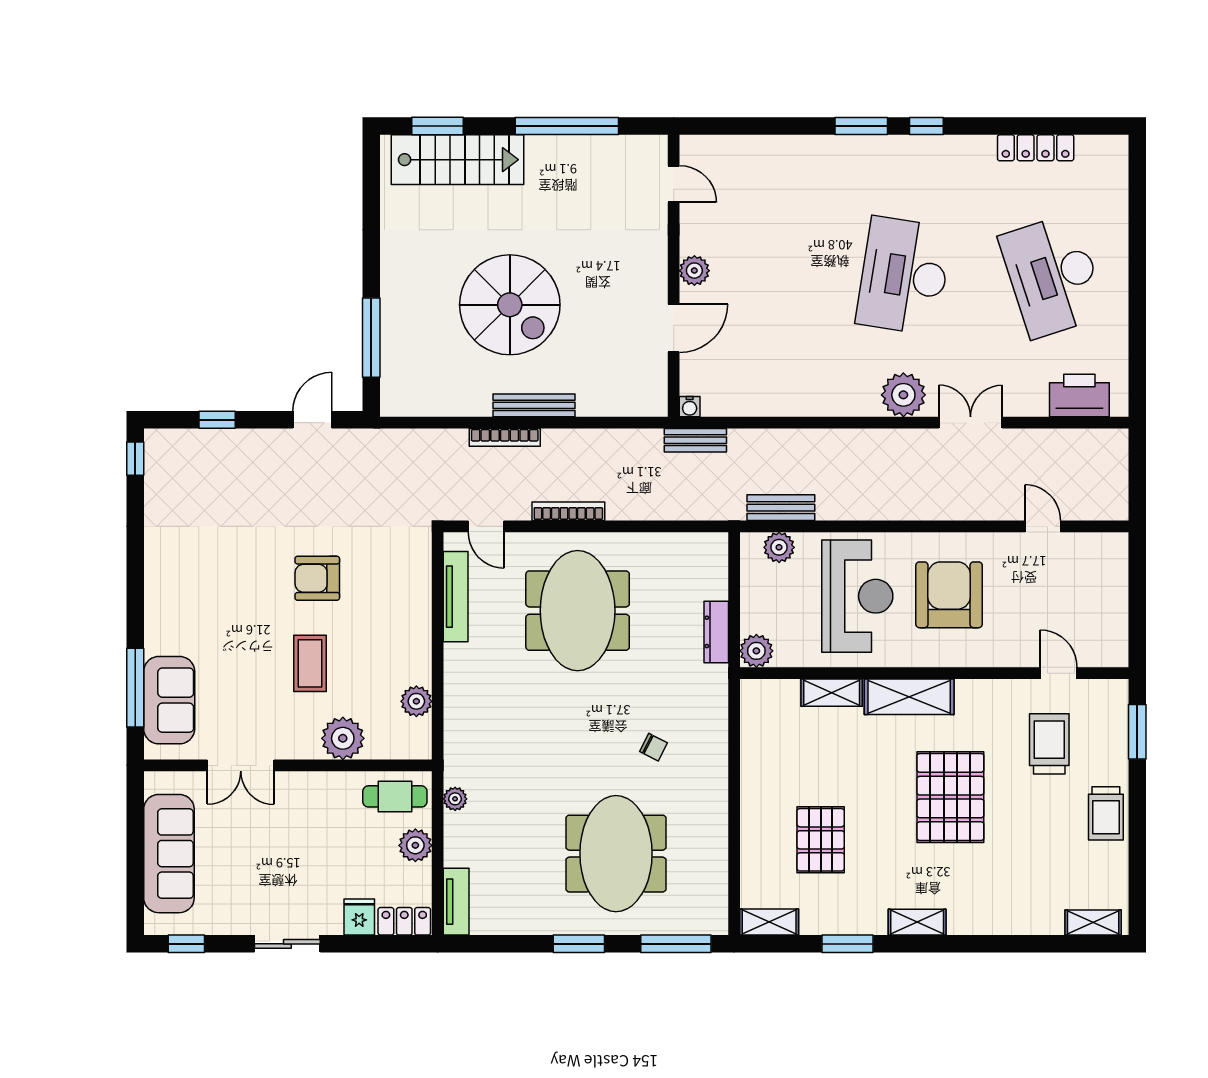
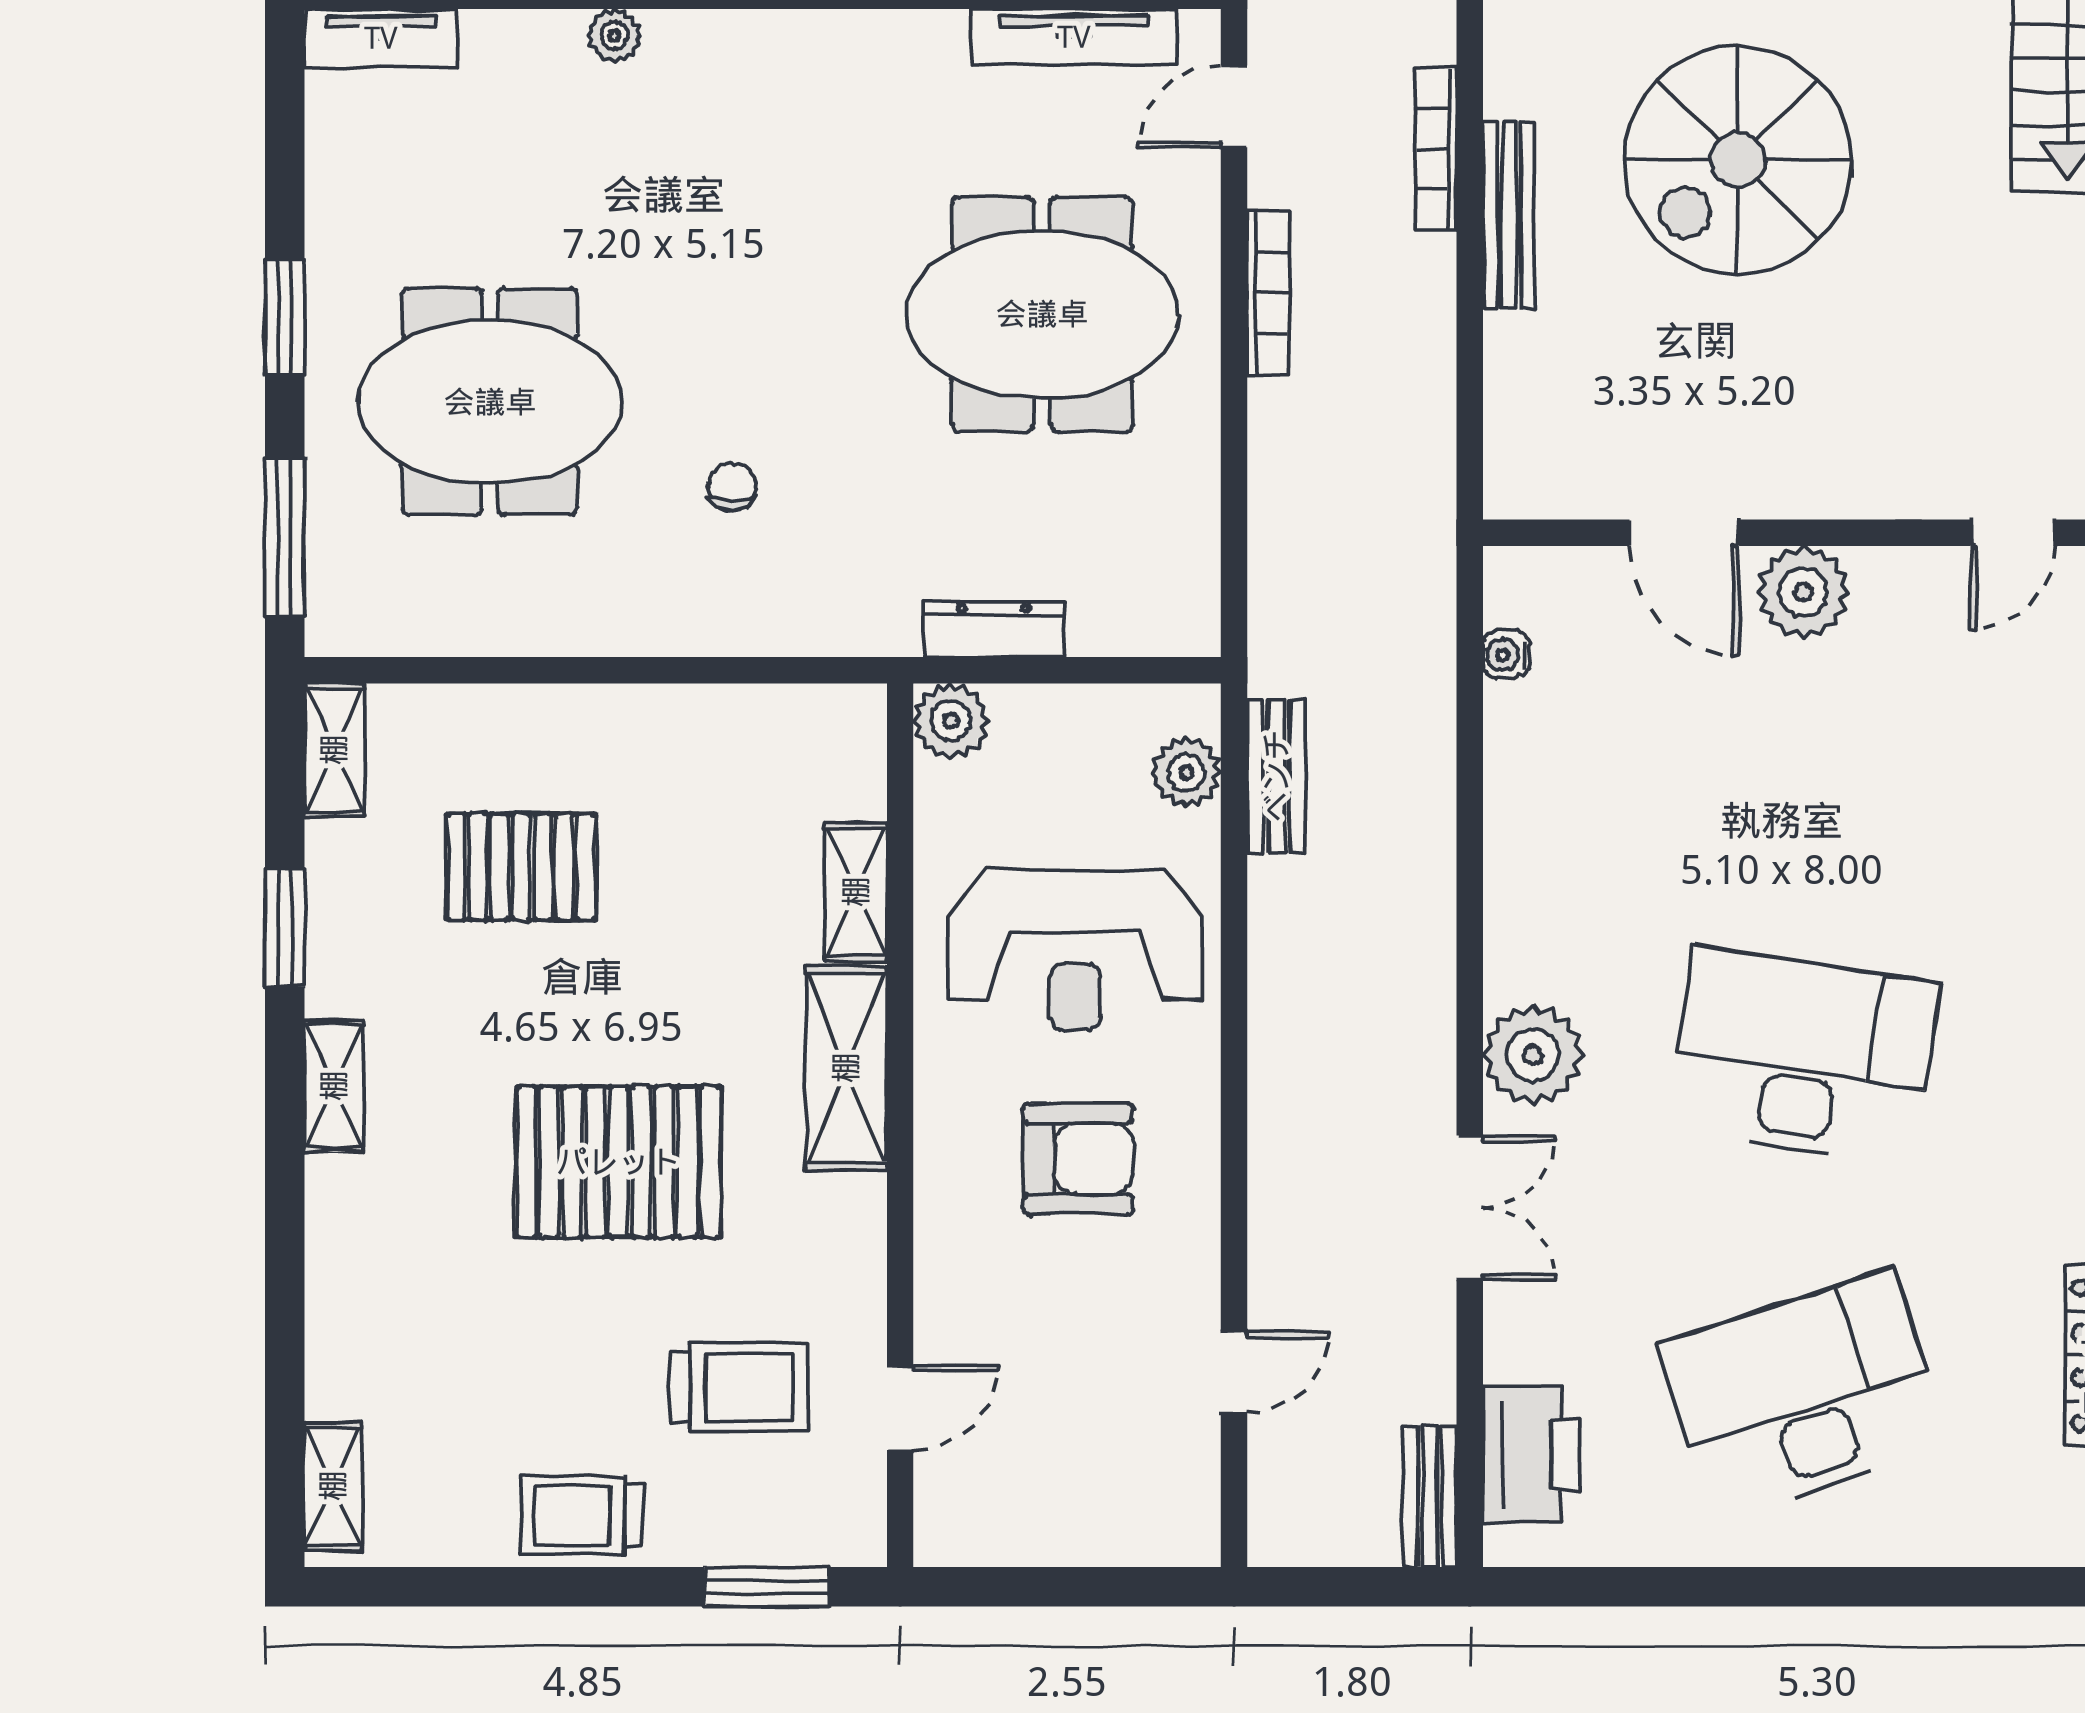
plant: (694, 271) -> (1803, 592), width x1.36, depth x1.36
water cooler: (690, 407) -> (1506, 655), moved
bench: (695, 440) -> (1430, 1497), moved
armchair: (949, 595) -> (1078, 1159), width x0.73, depth x0.73
chair: (653, 747) -> (732, 487), turned 153

